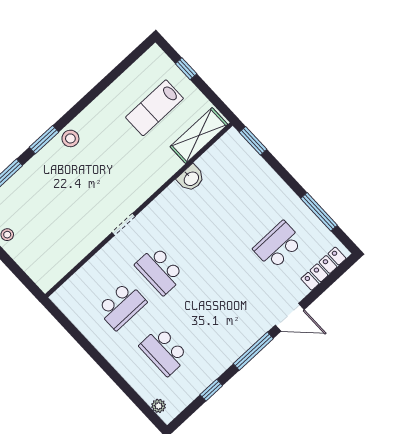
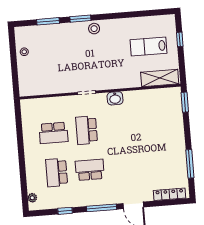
washbasin: (191, 178) -> (115, 98), moved
school desk: (278, 245) -> (90, 170), moved

